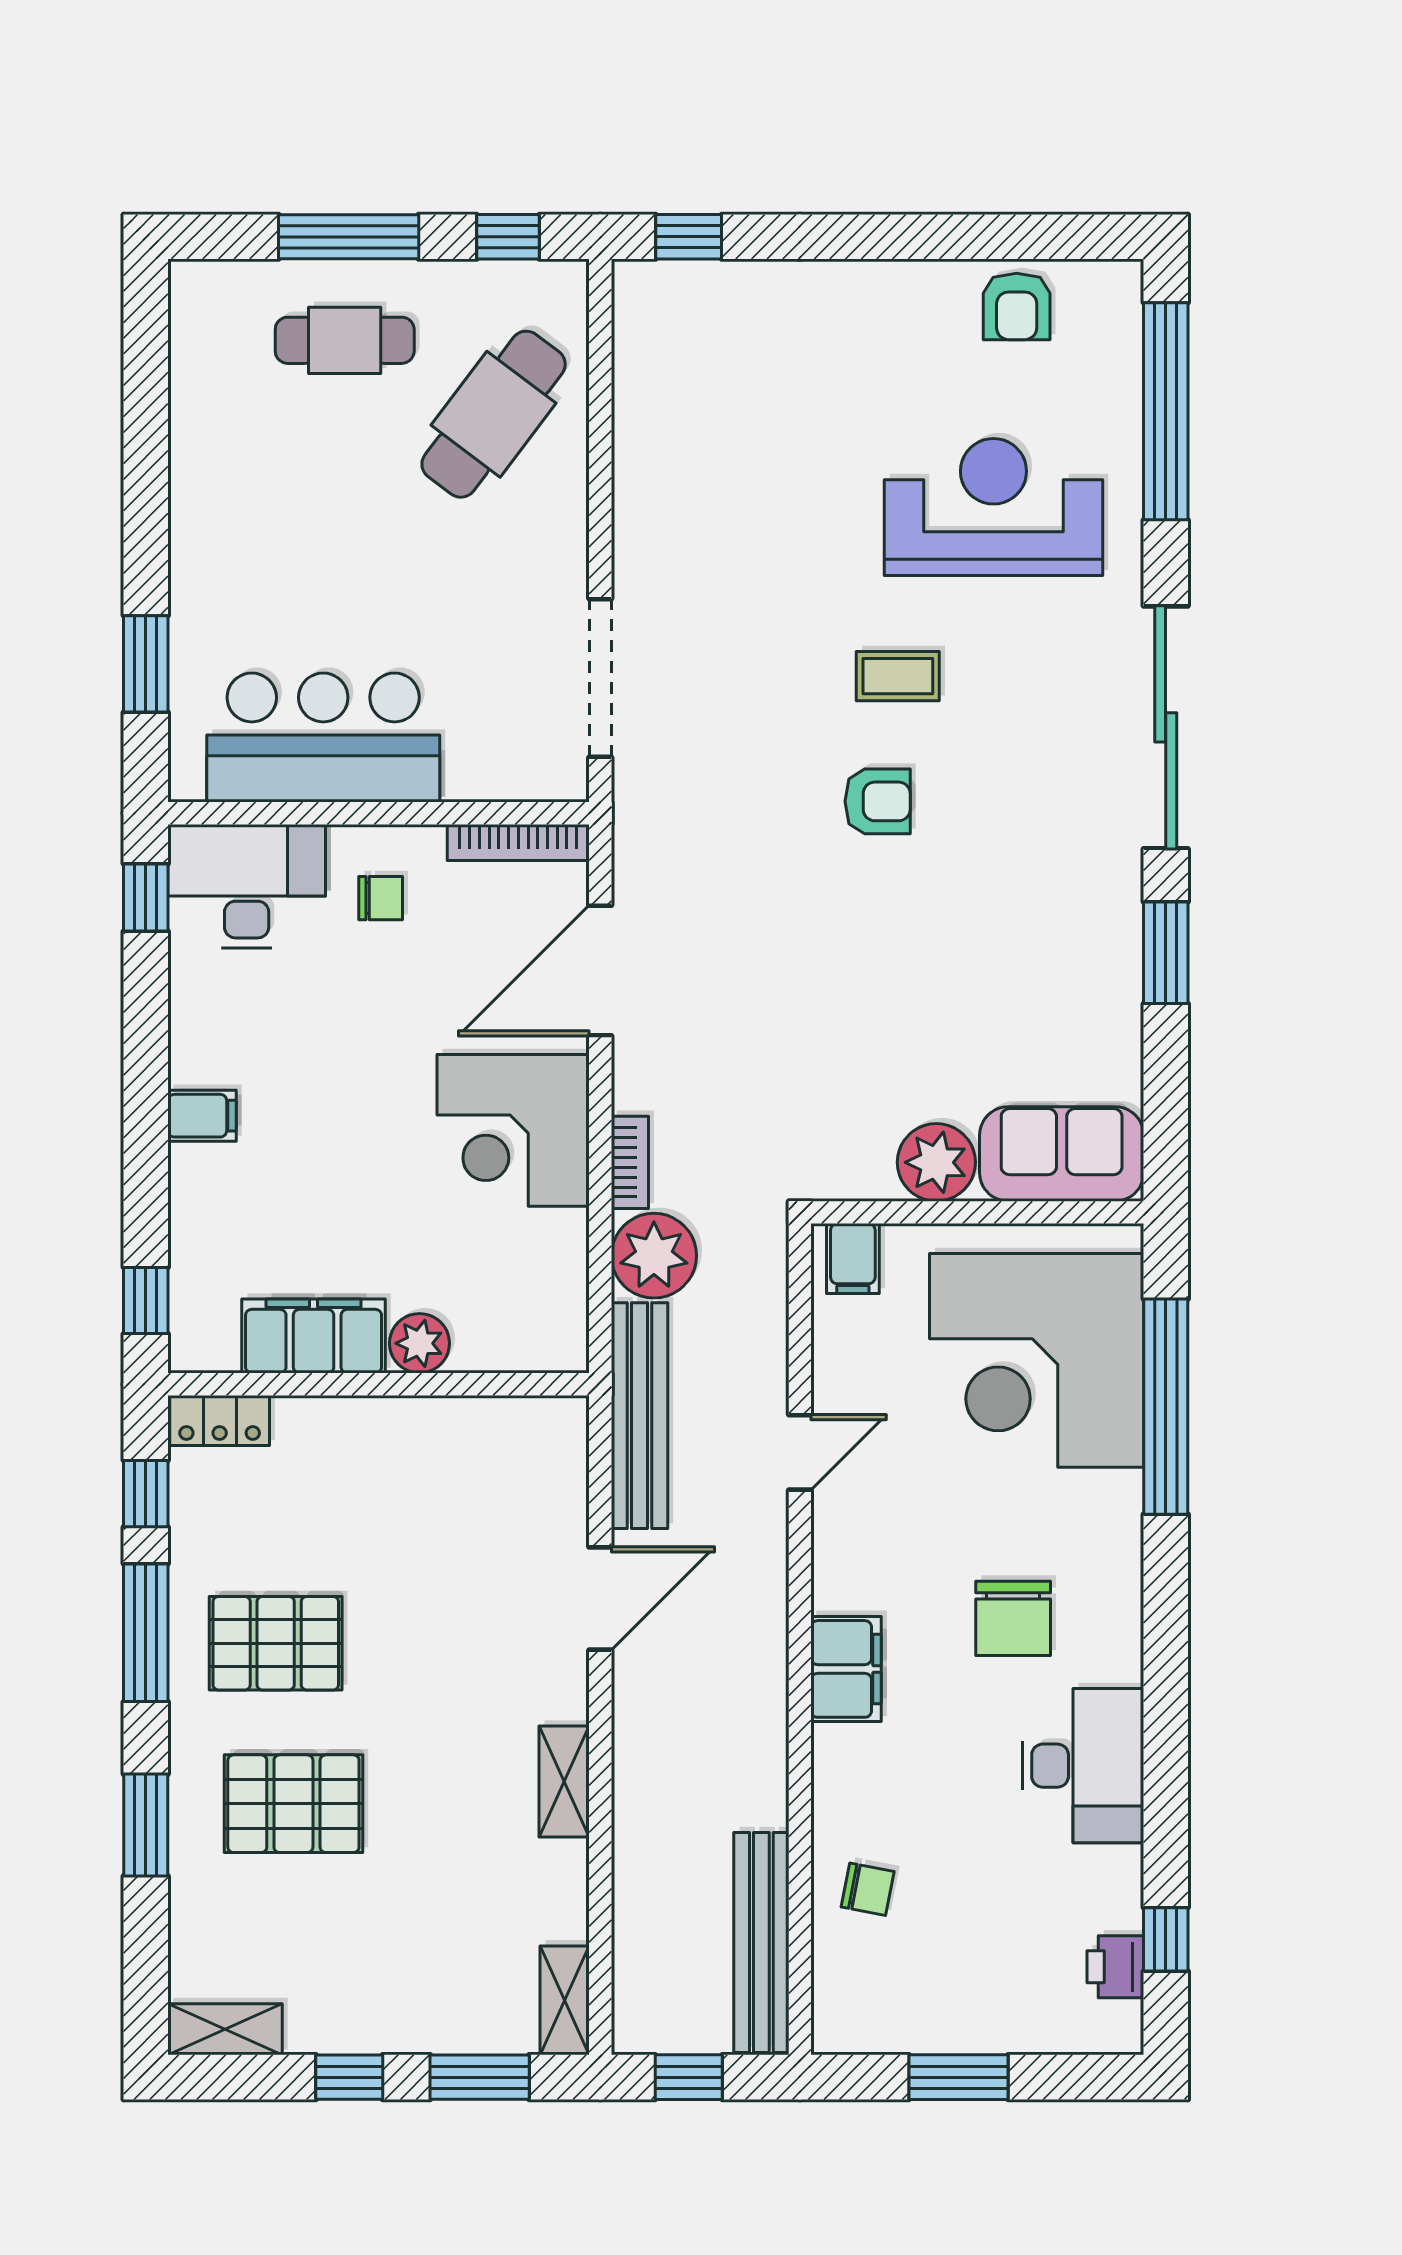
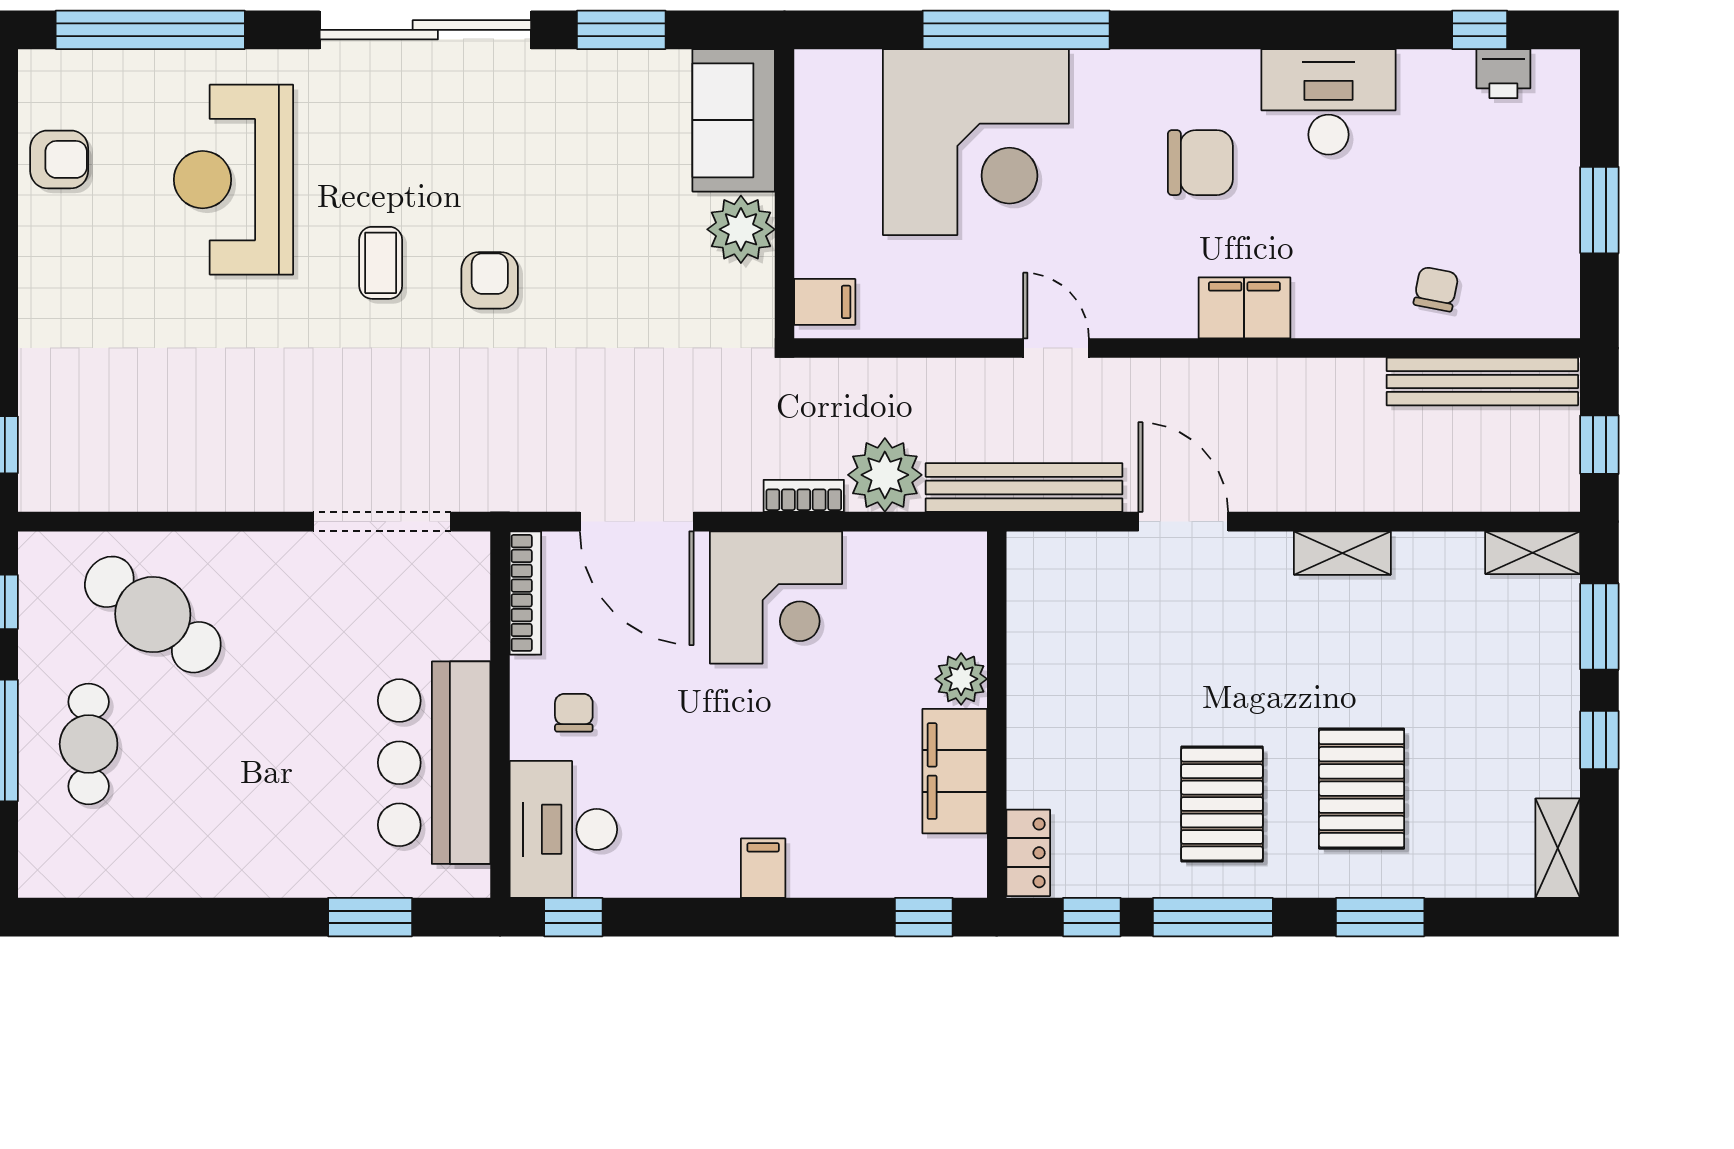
sofa: (1062, 1154) -> (734, 120), moved
plant: (936, 1162) -> (741, 229), moved
wall: (977, 1212) -> (785, 194), moved
filing cabinet: (853, 1259) -> (825, 302), moved

